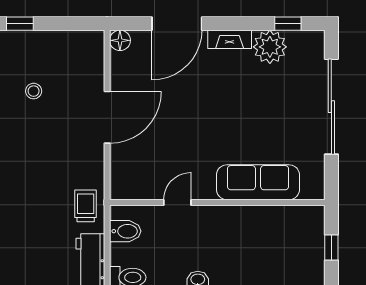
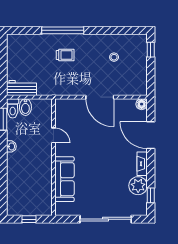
trolley: (86, 206) -> (65, 55), moved
bidet: (125, 231) -> (25, 107), moved

